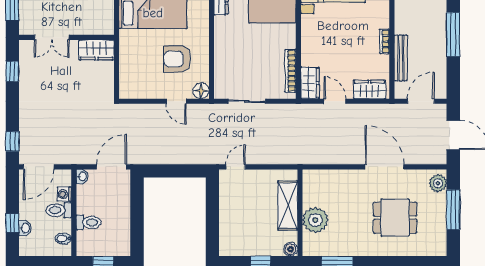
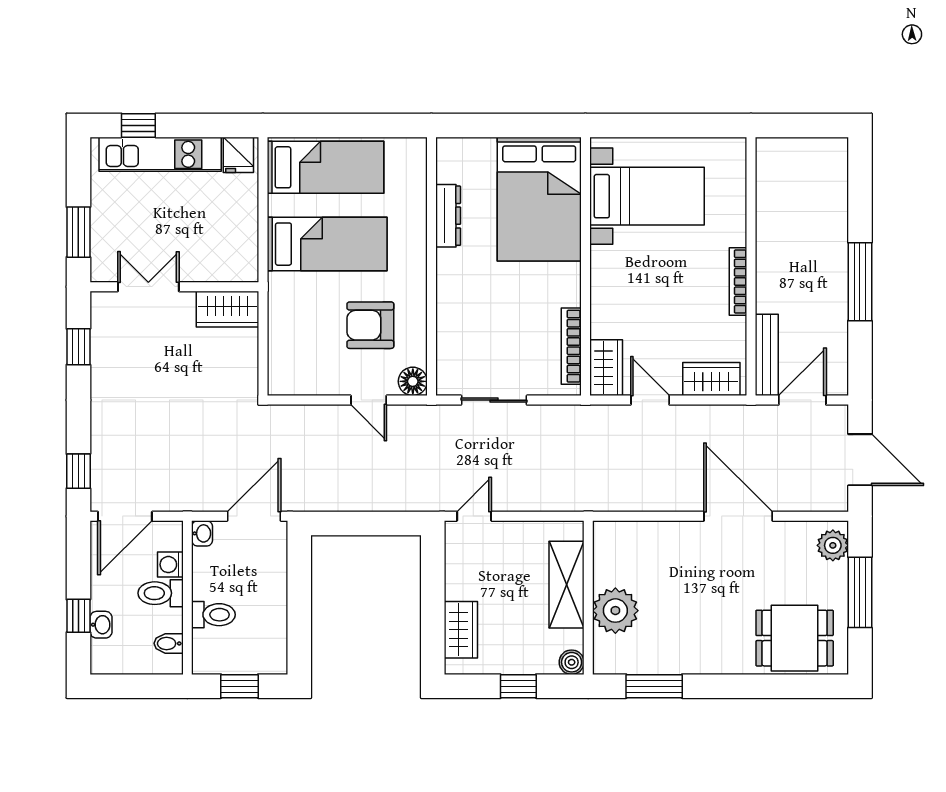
double door: (52, 37) -> (148, 287), swing flipped
bookcase: (384, 41) -> (738, 282), width x1.56
bench: (401, 58) -> (767, 355), moved
dining table: (395, 218) -> (795, 638), moved
wardrobe: (228, 231) -> (461, 630), added

